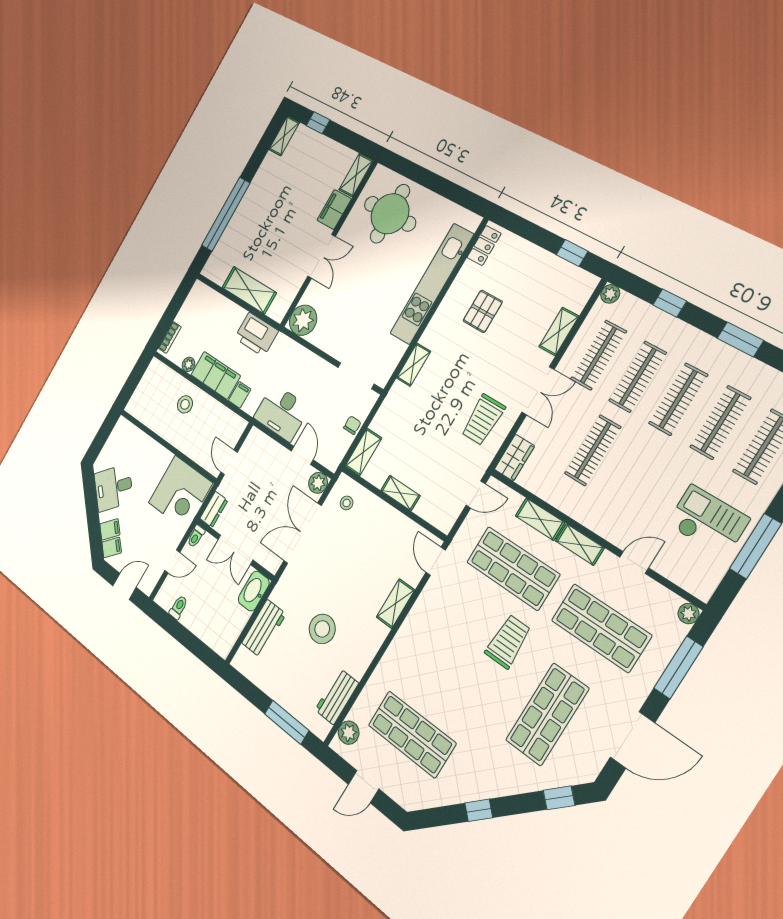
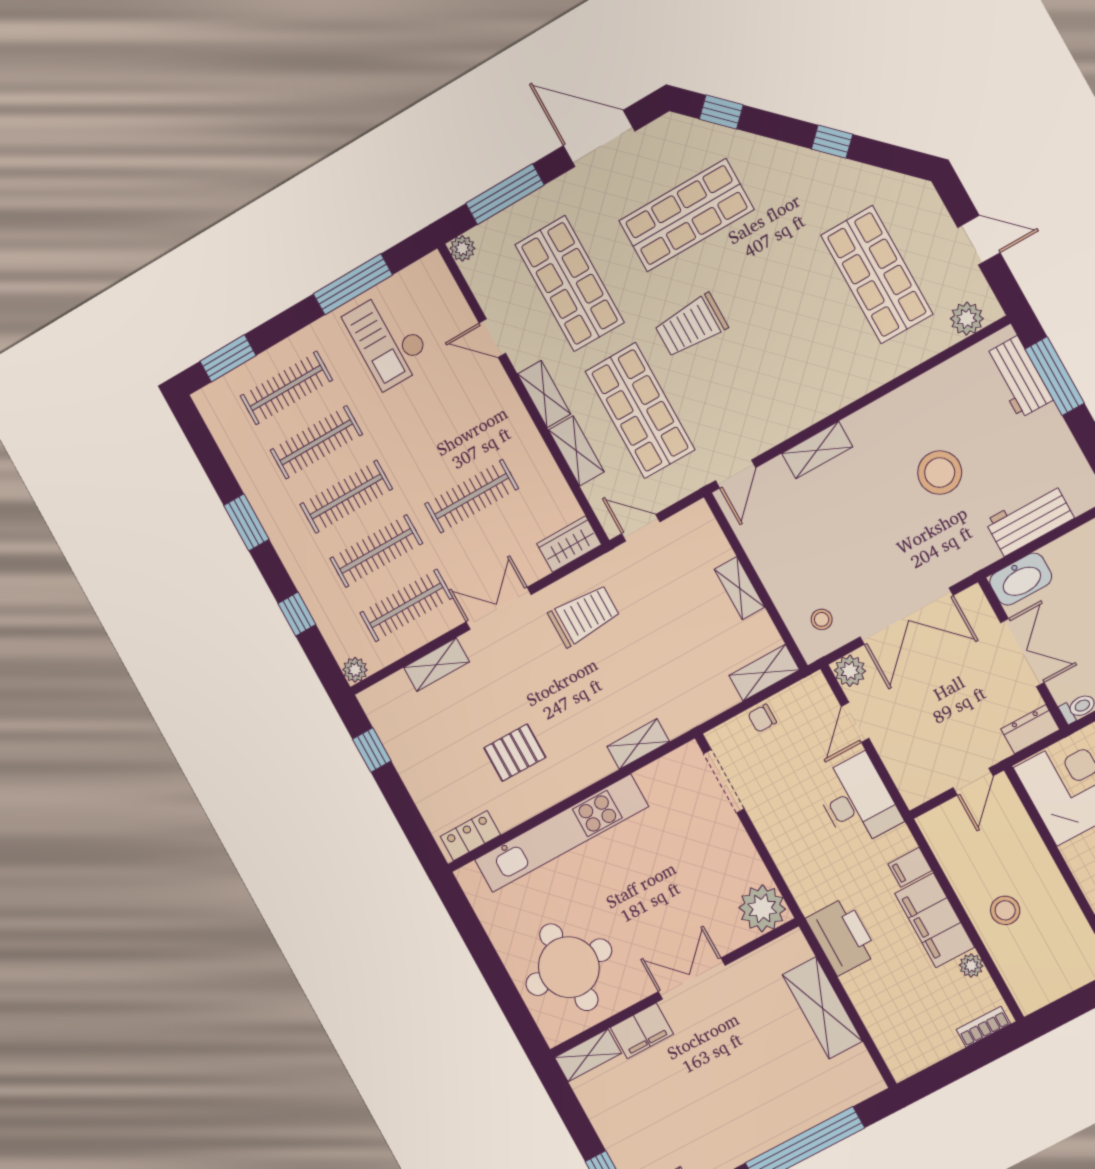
workbench: (337, 697) -> (1018, 377), moved, turned 90

